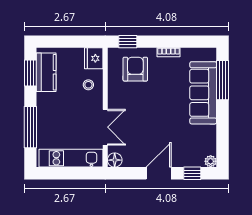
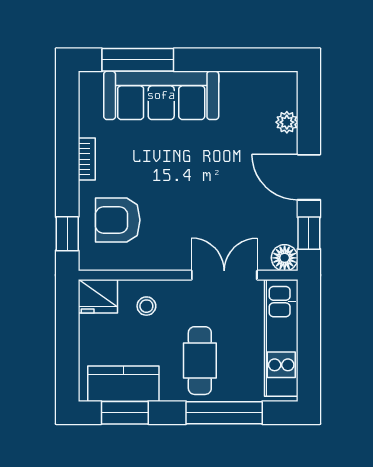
cafe table: (59, 114) -> (200, 361), added
plant: (211, 161) -> (287, 122), moved
window: (192, 173) -> (309, 233), moved

